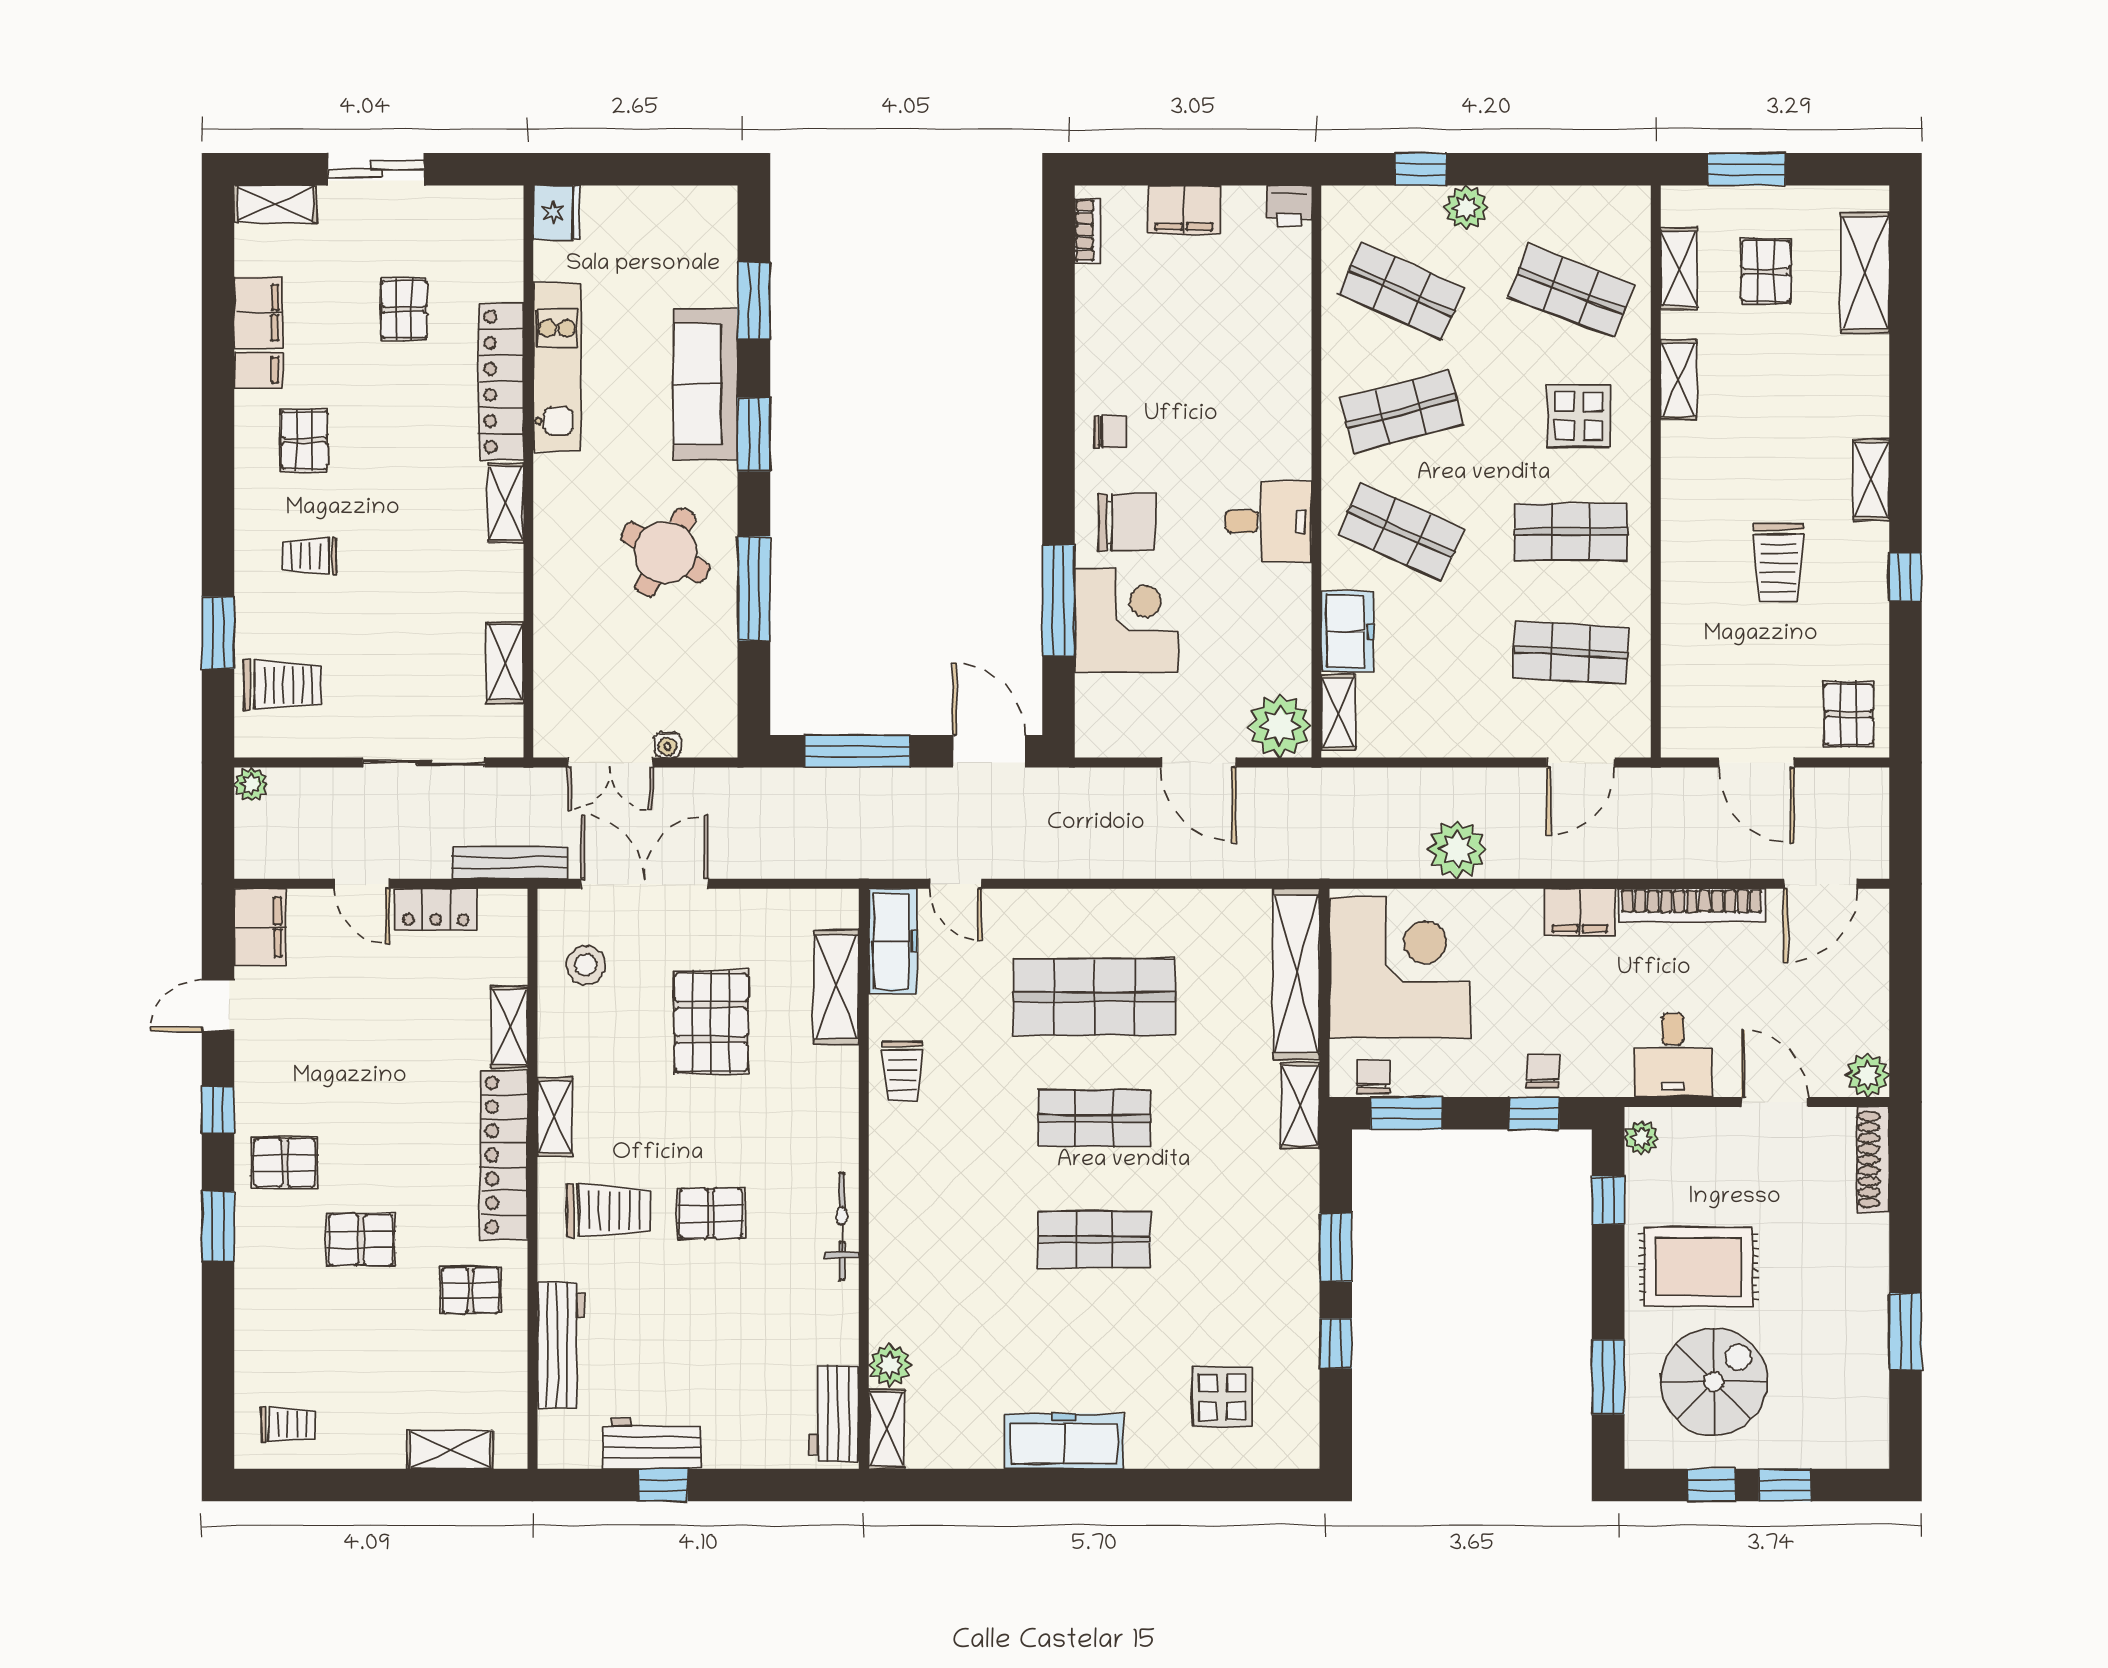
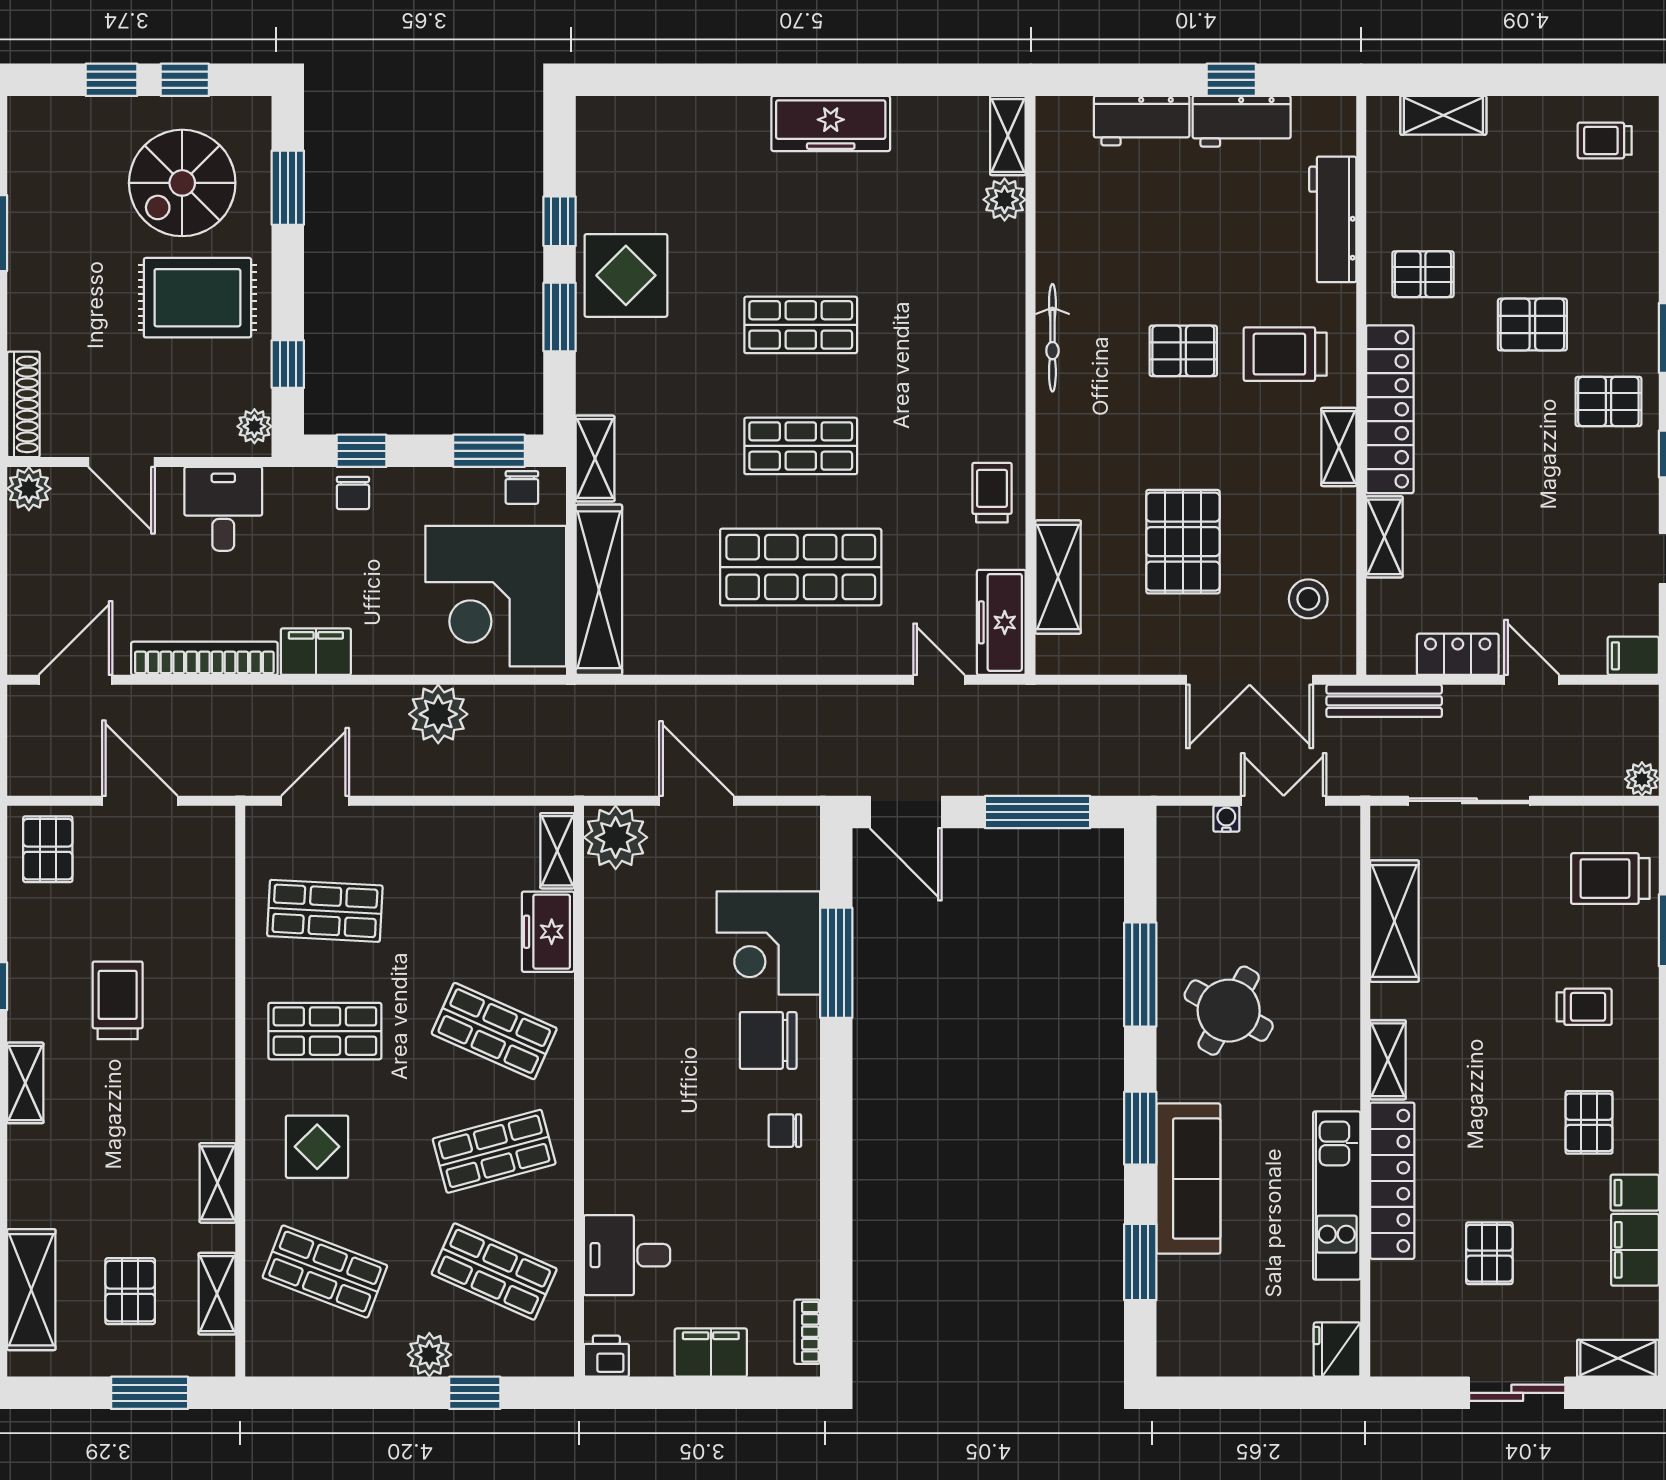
desk: (1268, 521) -> (627, 1255), moved
shelving: (505, 662) -> (1394, 921), width x1.50, depth x1.33
filing cabinet: (260, 927) -> (1633, 656), width x0.50
display table: (1222, 1397) -> (626, 275), moved, width x1.36, depth x1.36
workbench: (834, 1414) -> (1142, 121), moved, turned 90

